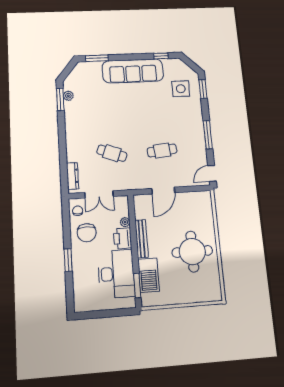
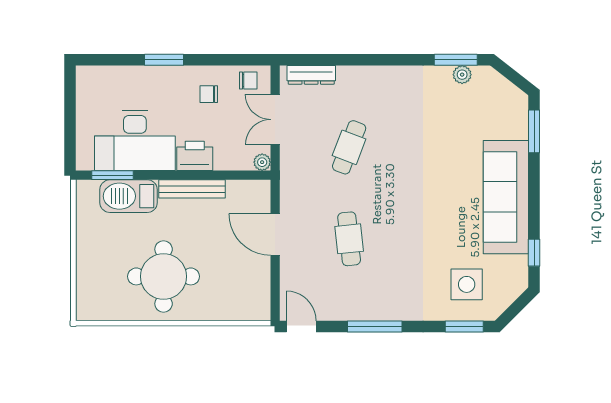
plant: (125, 222) -> (262, 162), moved
chair: (87, 233) -> (209, 94), width x0.54, depth x0.54

